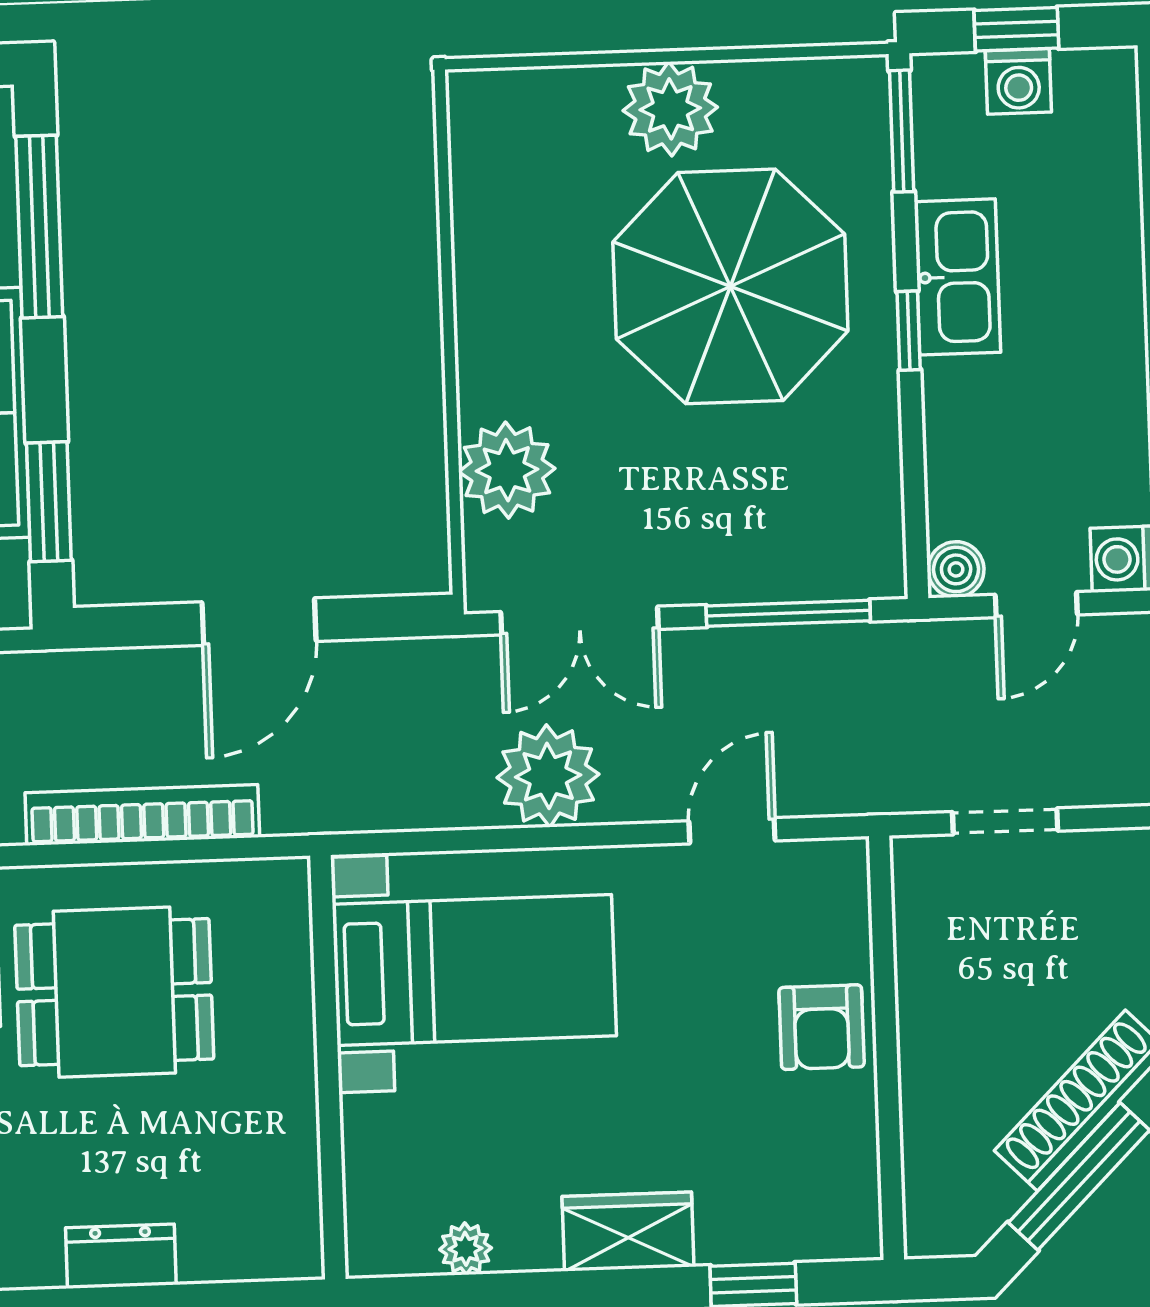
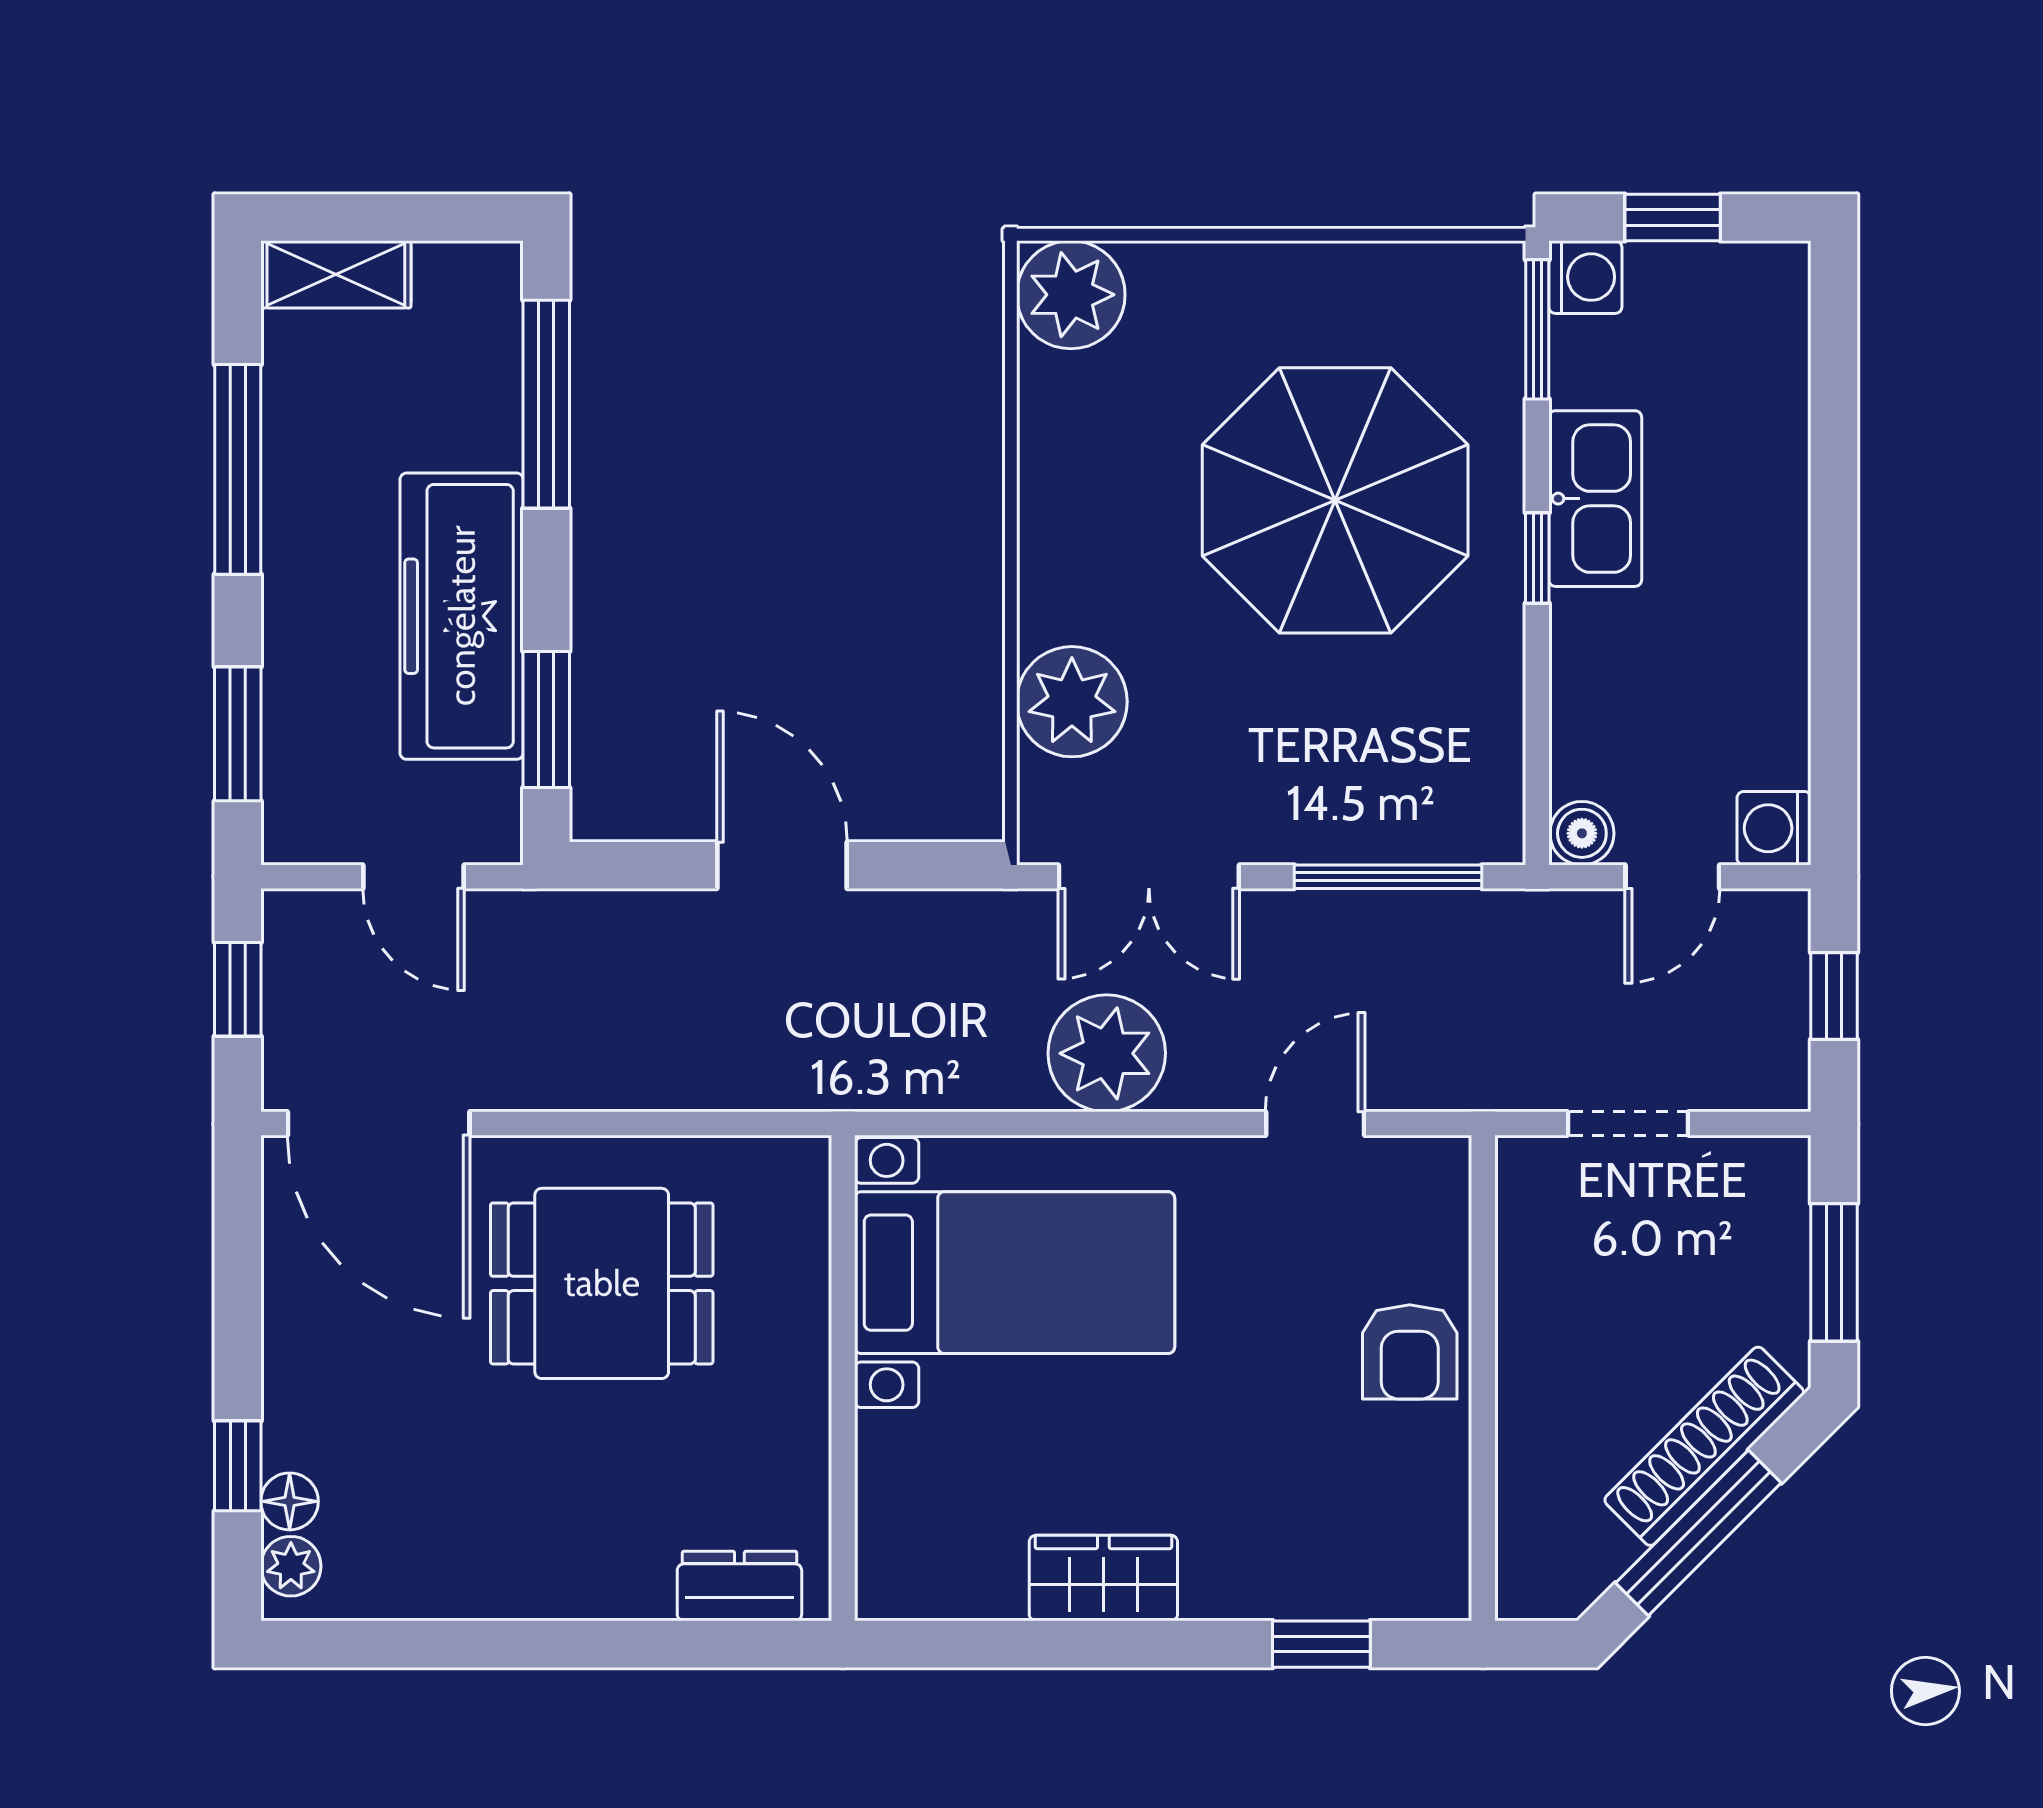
washing machine: (1018, 81) -> (1585, 277), moved, turned -90
plant: (670, 109) -> (1071, 295), moved
door: (259, 622) -> (782, 865), swing flipped
bookcase: (142, 815) -> (641, 1082), removed
wardrobe: (628, 1232) -> (1103, 1578), moved
plant: (466, 1249) -> (993, 1591), removed
dresser: (121, 1256) -> (739, 1586), moved

